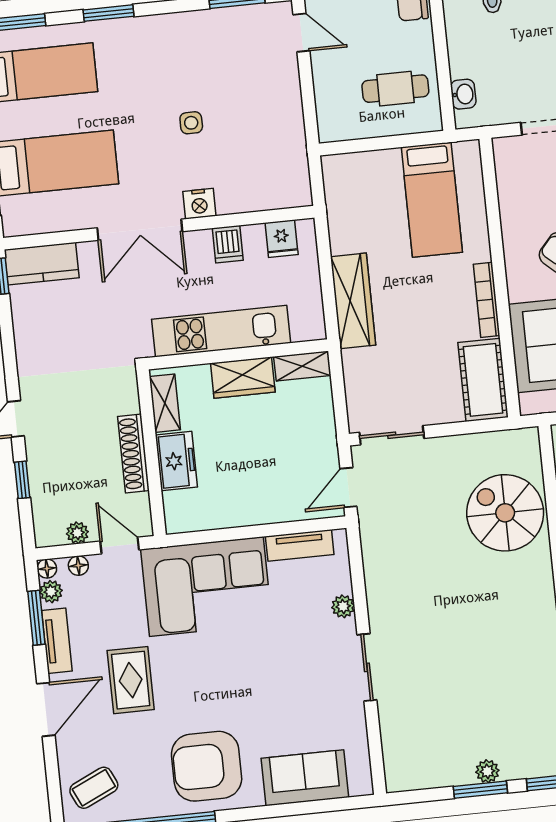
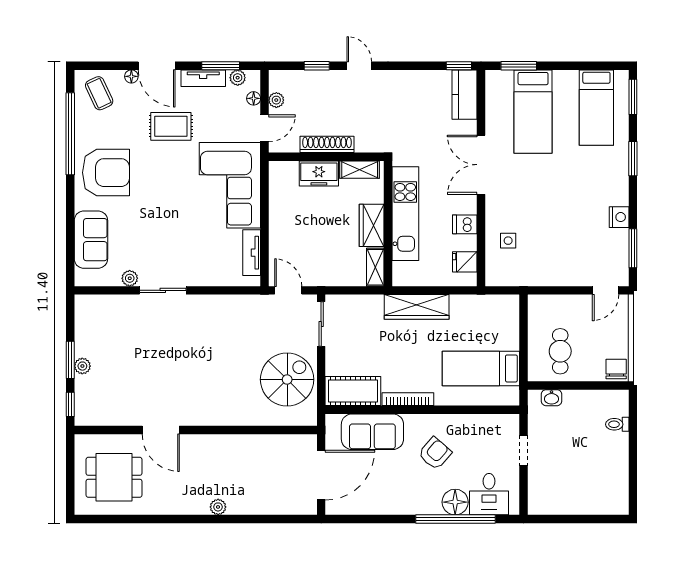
side table: (191, 123) -> (508, 241), moved
nightstand: (199, 204) -> (619, 217), moved, turned 180
spiral stairs: (505, 513) -> (287, 379), moved
floor lamp: (47, 569) -> (131, 76), moved
plant: (343, 606) -> (130, 278), moved
armchair: (207, 766) -> (106, 173), turned 90

